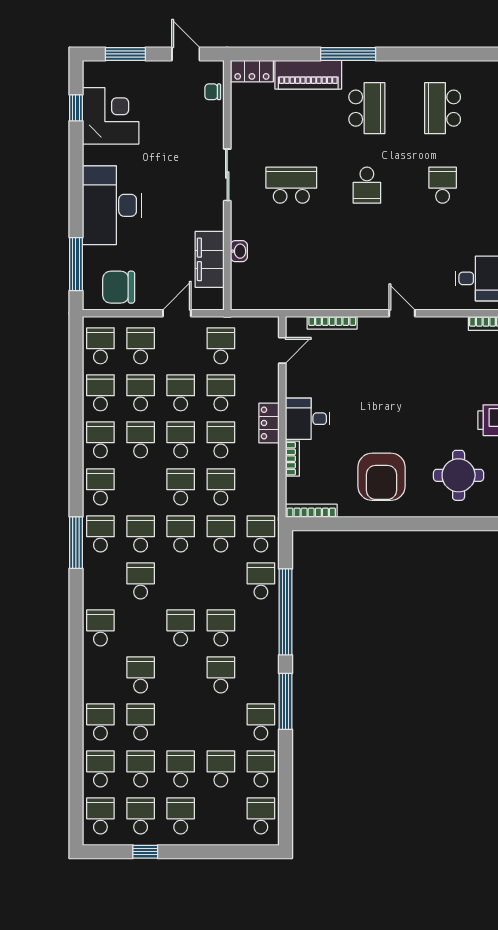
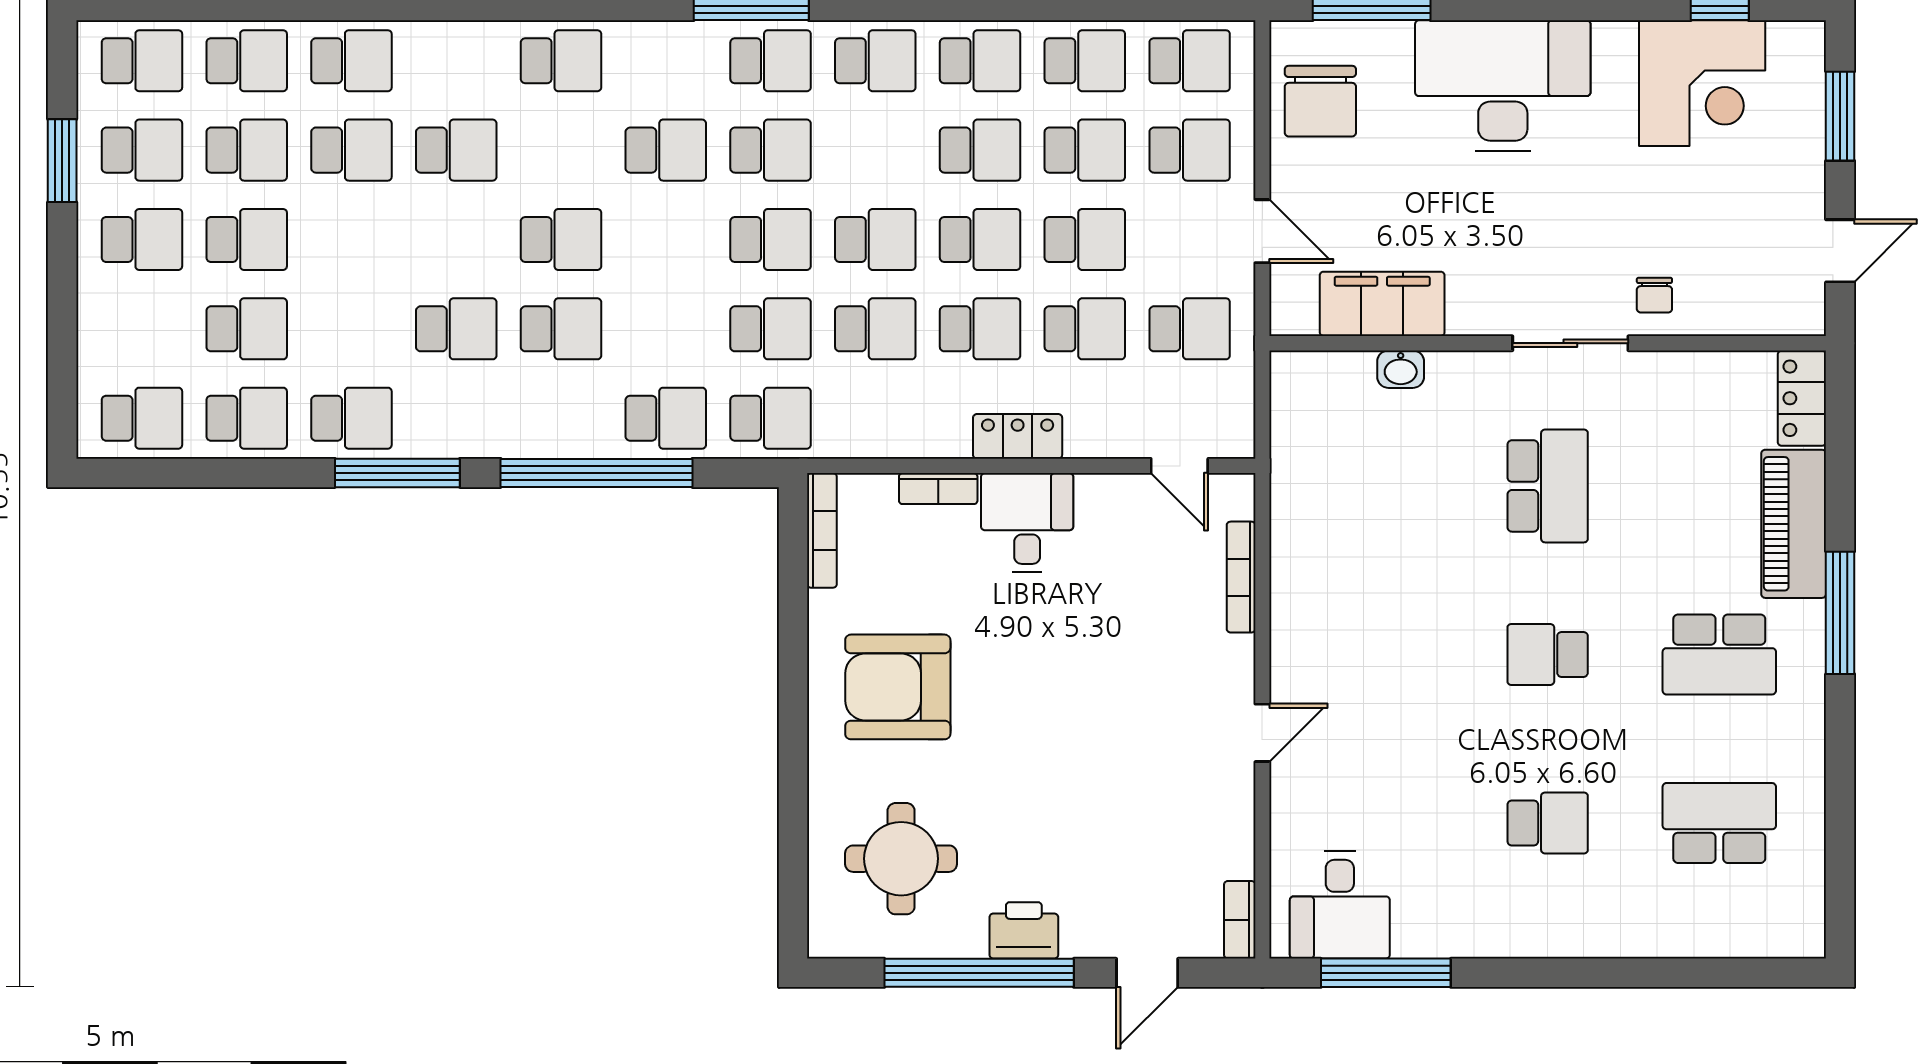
chair: (213, 92) -> (1654, 295), moved, turned 180
chair: (119, 287) -> (1320, 101), turned 180
window: (145, 852) -> (62, 161), width x1.50

